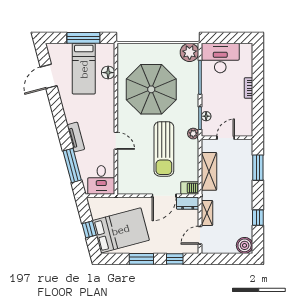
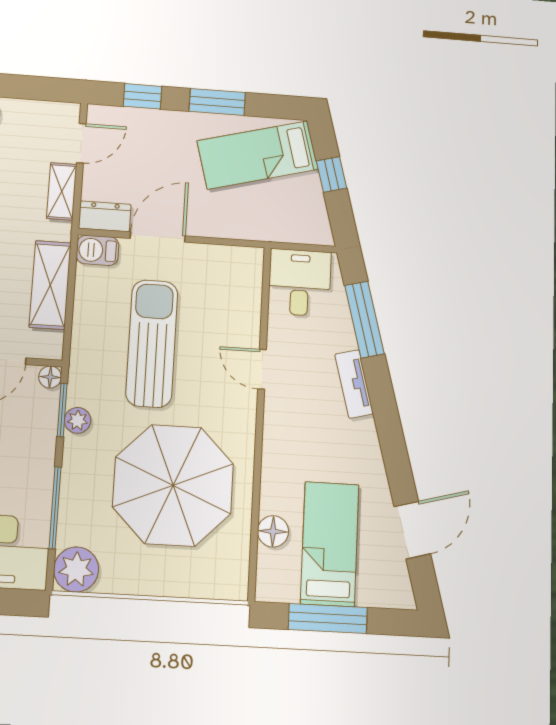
floor lamp: (206, 116) -> (50, 377), moved
plant: (193, 134) -> (78, 420), moved
bed: (121, 230) -> (258, 155), width x0.67

